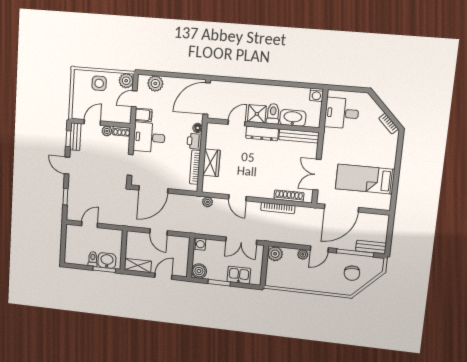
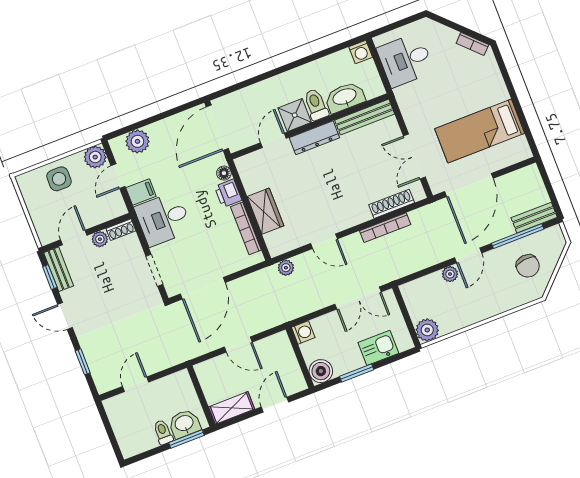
plant: (275, 254) -> (427, 330), moved

